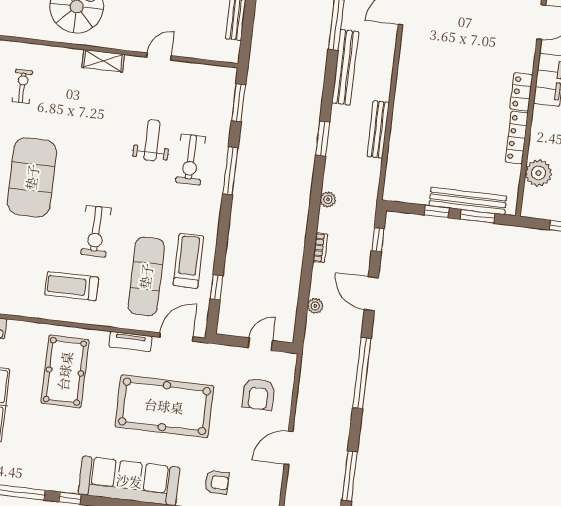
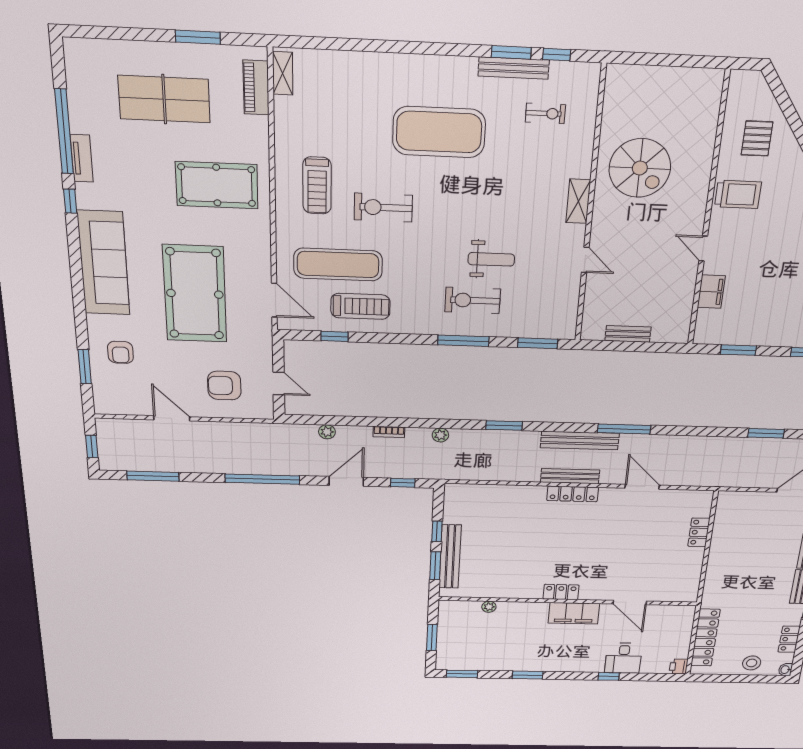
bench: (378, 129) -> (570, 476), moved
locker: (517, 138) -> (573, 494), moved, turned 180
plant: (538, 173) -> (489, 607), width x0.53, depth x0.53
treadmill: (72, 286) -> (317, 185), turned 180
tv unit: (130, 341) -> (82, 158), moved, turned 180

